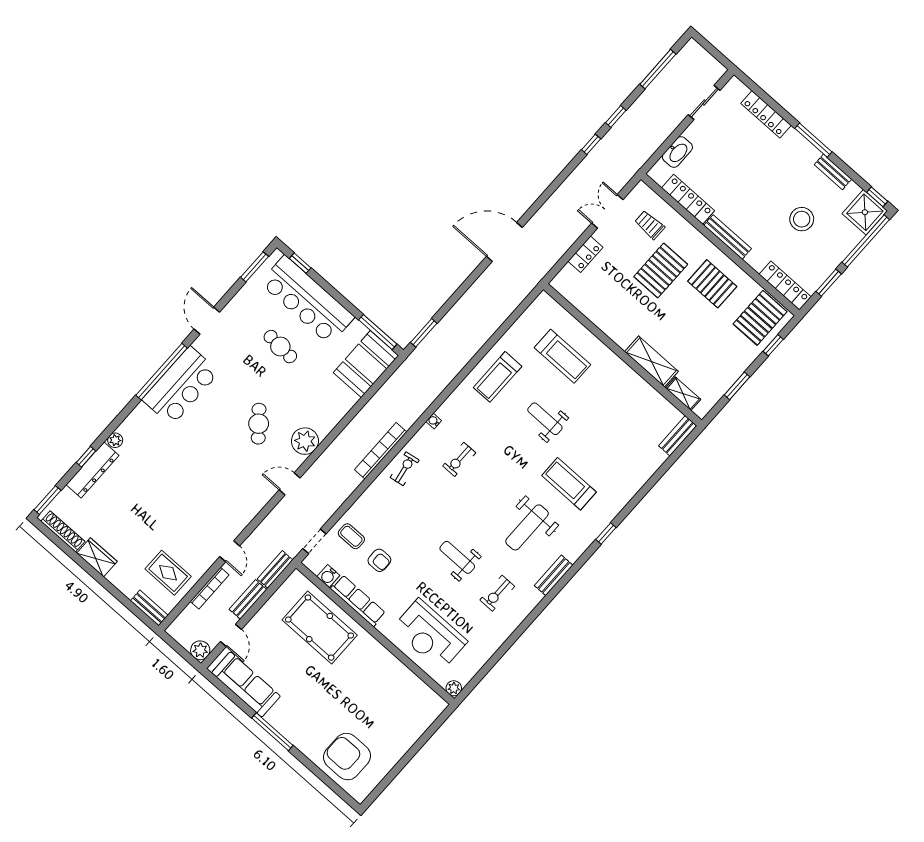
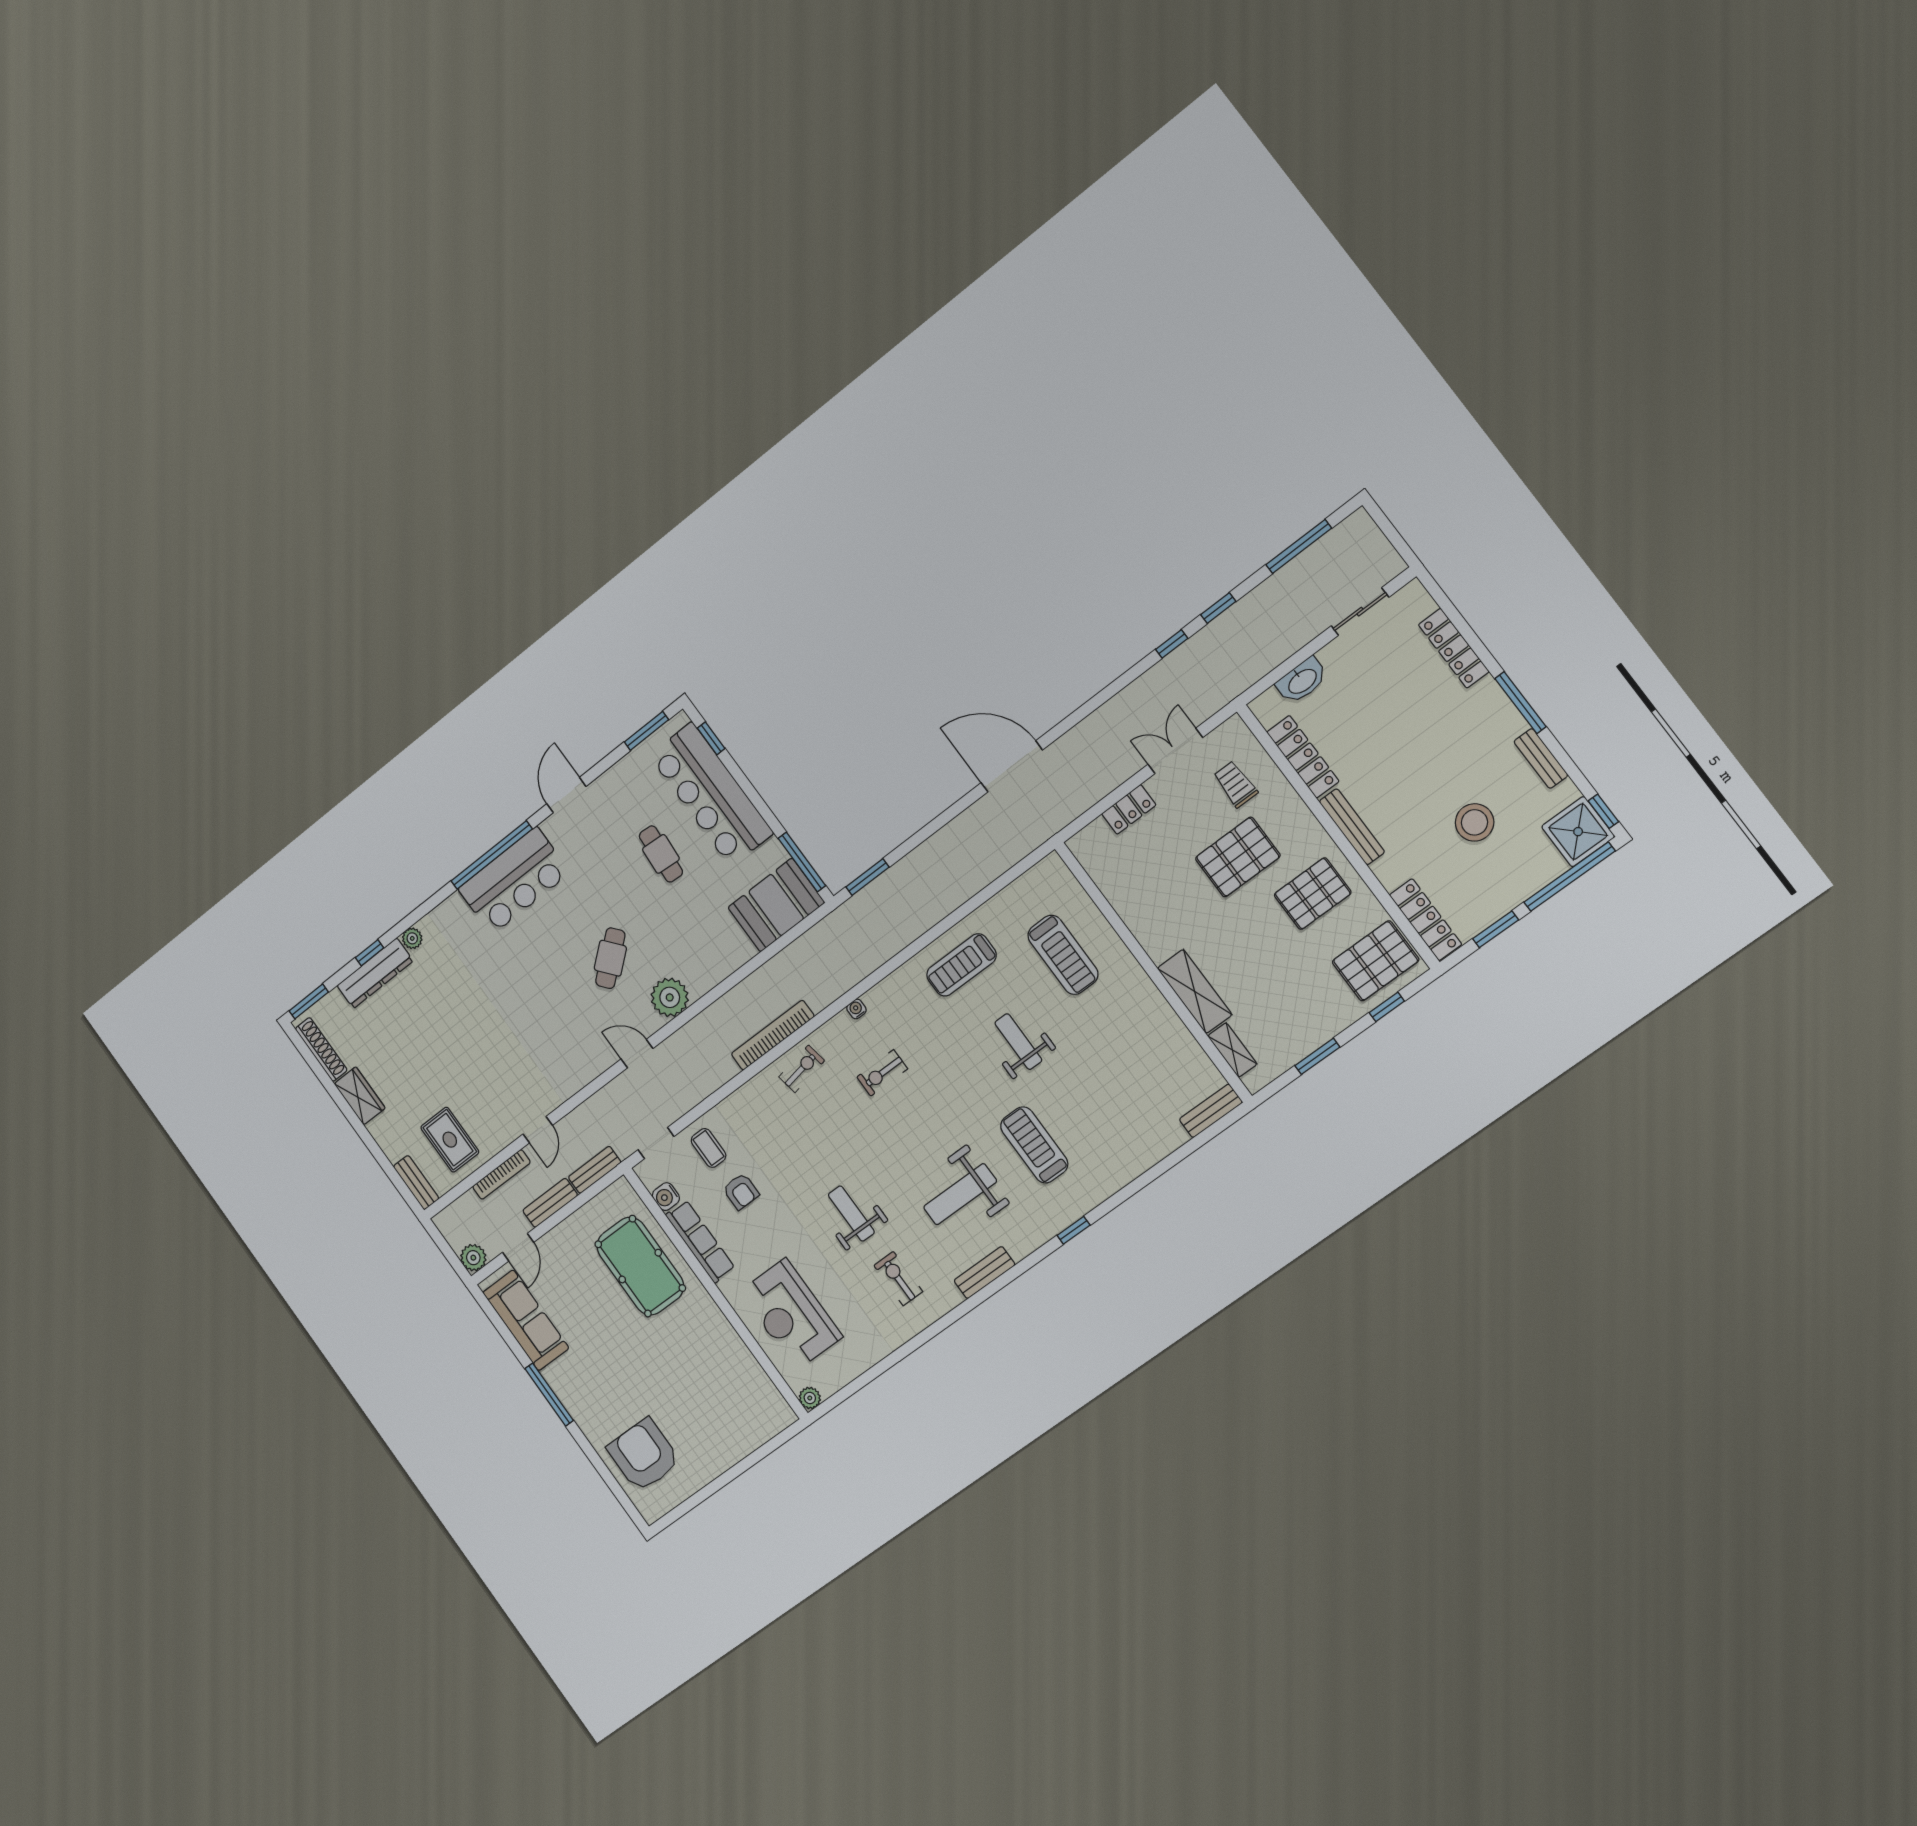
pallet: (712, 284) -> (1313, 894), turned 90
exercise bike: (497, 593) -> (898, 1279), turned 90

